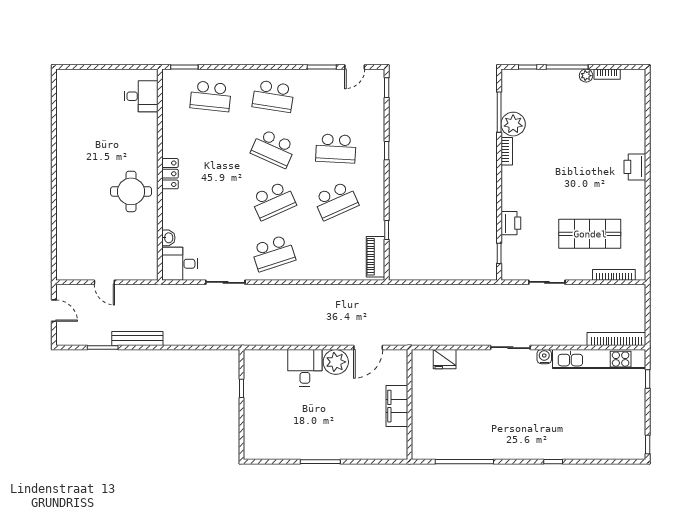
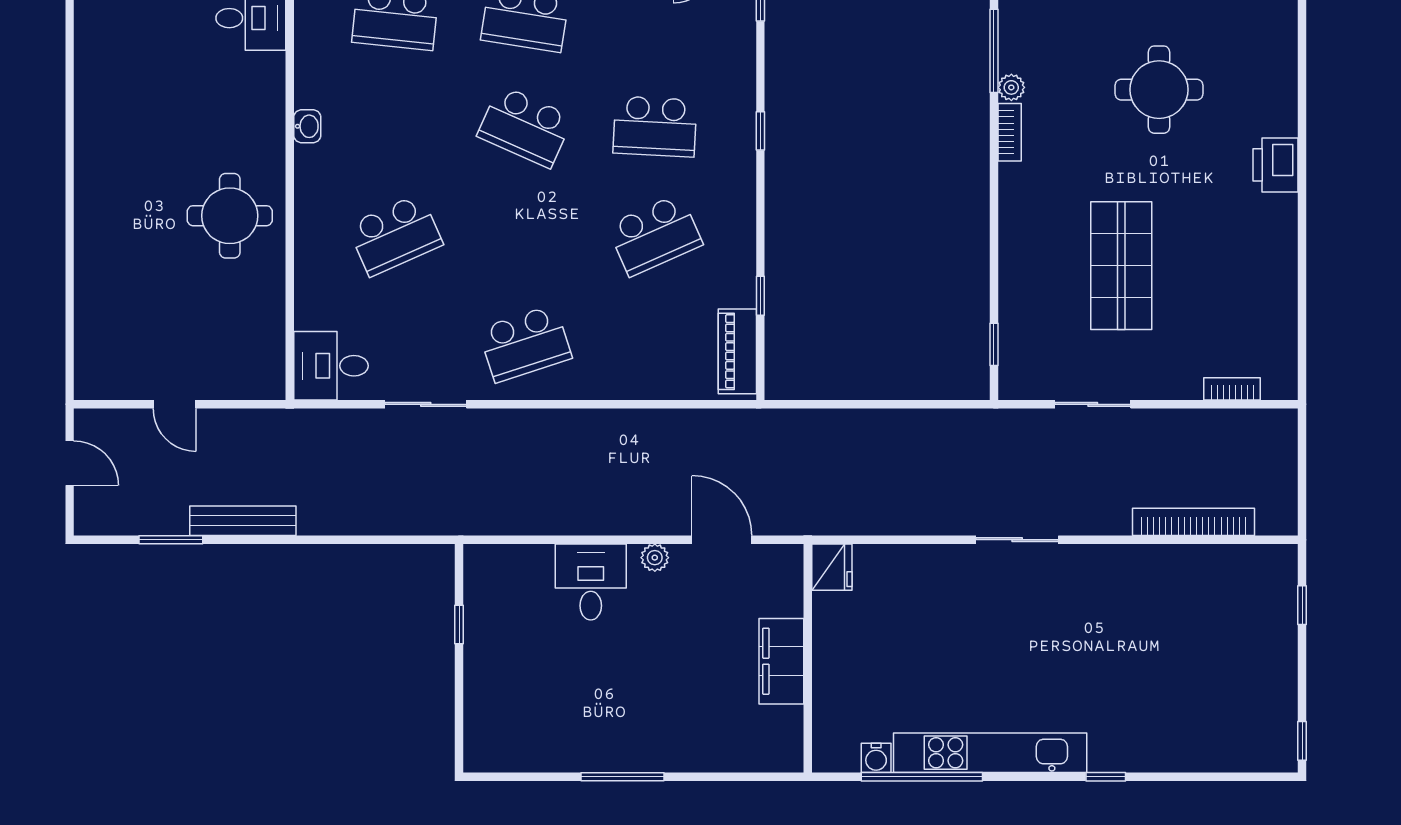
plant: (513, 124) -> (1011, 87), width x0.53, depth x0.53
round table: (579, 131) -> (1159, 90), added
locker: (170, 174) -> (311, 179), removed
school desk: (273, 201) -> (395, 235), moved
printer: (511, 223) -> (1018, 282), removed
shop shelf: (590, 234) -> (1121, 266), moved, turned 90
washbasin: (168, 238) -> (307, 126), moved
bookcase: (614, 275) -> (1232, 389), width x0.64
bookcase: (616, 339) -> (1193, 522), moved
door: (368, 348) -> (722, 540), swing flipped
water cooler: (544, 357) -> (876, 758), moved, turned 180
fridge: (445, 359) -> (832, 567), moved, turned -90
kitchen unit: (599, 359) -> (990, 753), moved, turned 180
plant: (336, 362) -> (655, 558), width x0.53, depth x0.53

